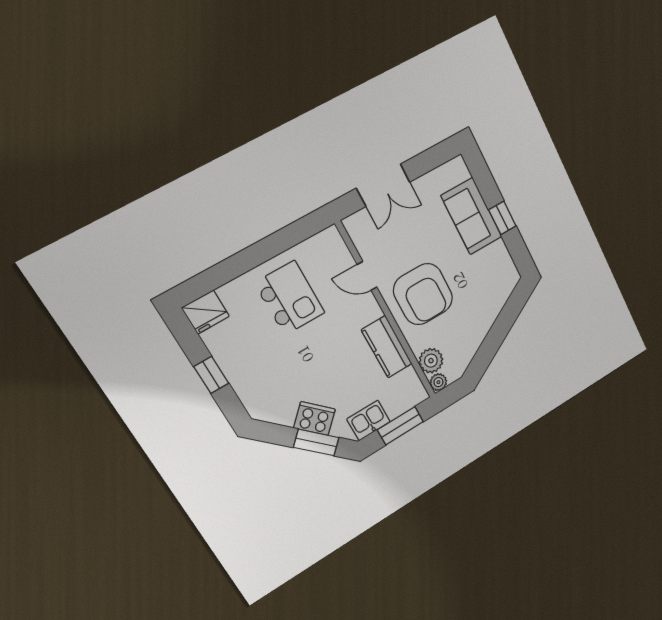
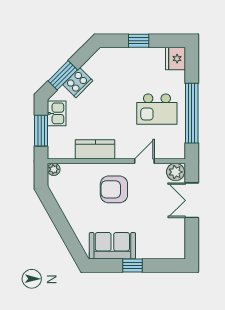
sofa: (471, 216) -> (112, 246), moved
window: (268, 248) -> (192, 113), added
armchair: (423, 294) -> (114, 189), width x0.73, depth x0.73
plant: (431, 361) -> (175, 172), moved

